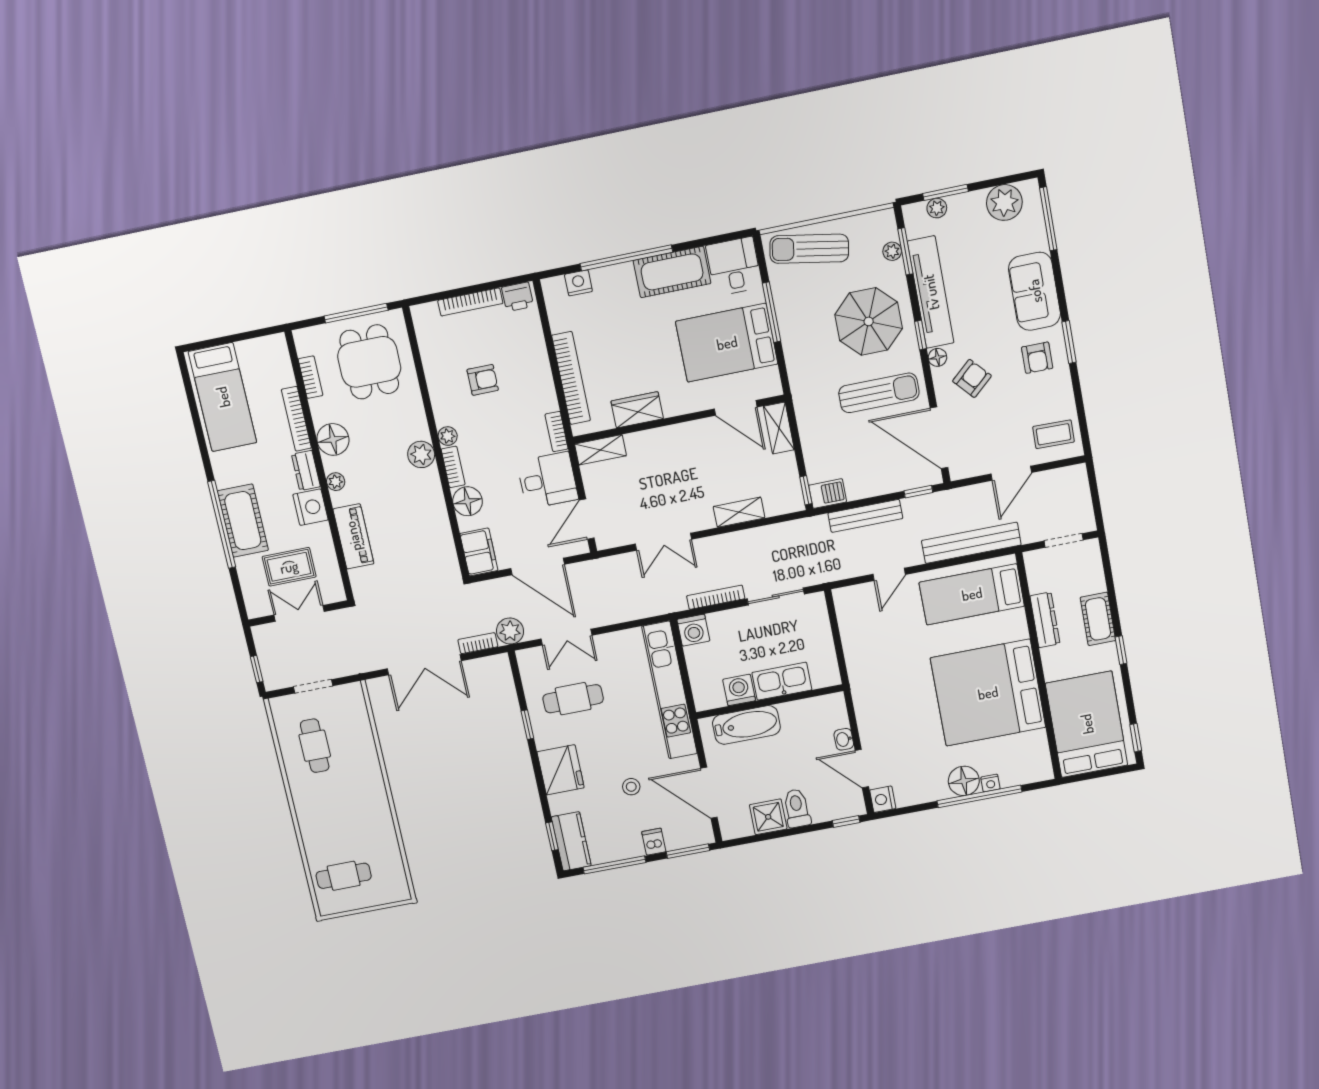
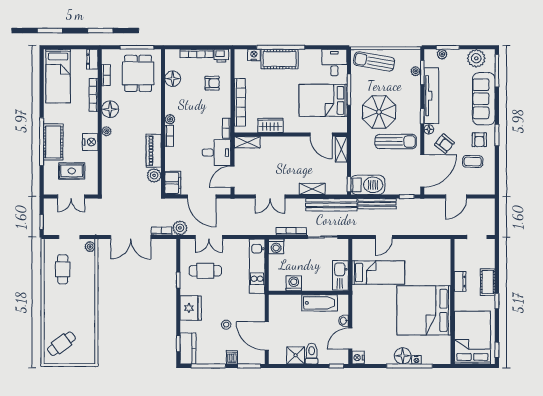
cot: (672, 272) -> (280, 59), moved
sofa: (1035, 291) -> (484, 99), width x1.36
parasol: (869, 321) -> (379, 112), moved
armchair: (972, 378) -> (444, 144), turned 81
armchair: (483, 380) -> (212, 83), moved
coffee table: (1054, 434) -> (473, 162), moved
door: (939, 438) -> (422, 171), swing flipped
plant: (421, 454) -> (154, 175), moved
dresser: (306, 471) -> (92, 59), moved
barbecue: (828, 494) -> (368, 185), width x1.88, depth x1.53
floor lamp: (468, 501) -> (173, 79), moved
piano: (353, 536) -> (154, 151), moved, turned 180
bench: (971, 543) -> (331, 205), moved
bed: (972, 594) -> (378, 273), moved, turned 180
double door: (299, 613) -> (71, 197), swing flipped
dresser: (1045, 620) -> (460, 282), width x0.70
kitchen sink: (782, 681) -> (340, 275), moved, turned -90
kitchen unit: (670, 690) -> (257, 266), width x0.73
plant: (355, 696) -> (90, 247), added
bathtub: (746, 725) -> (320, 303), moved
door: (862, 769) -> (350, 339), hinge flipped
cafe table: (344, 876) -> (61, 344), turned -37

